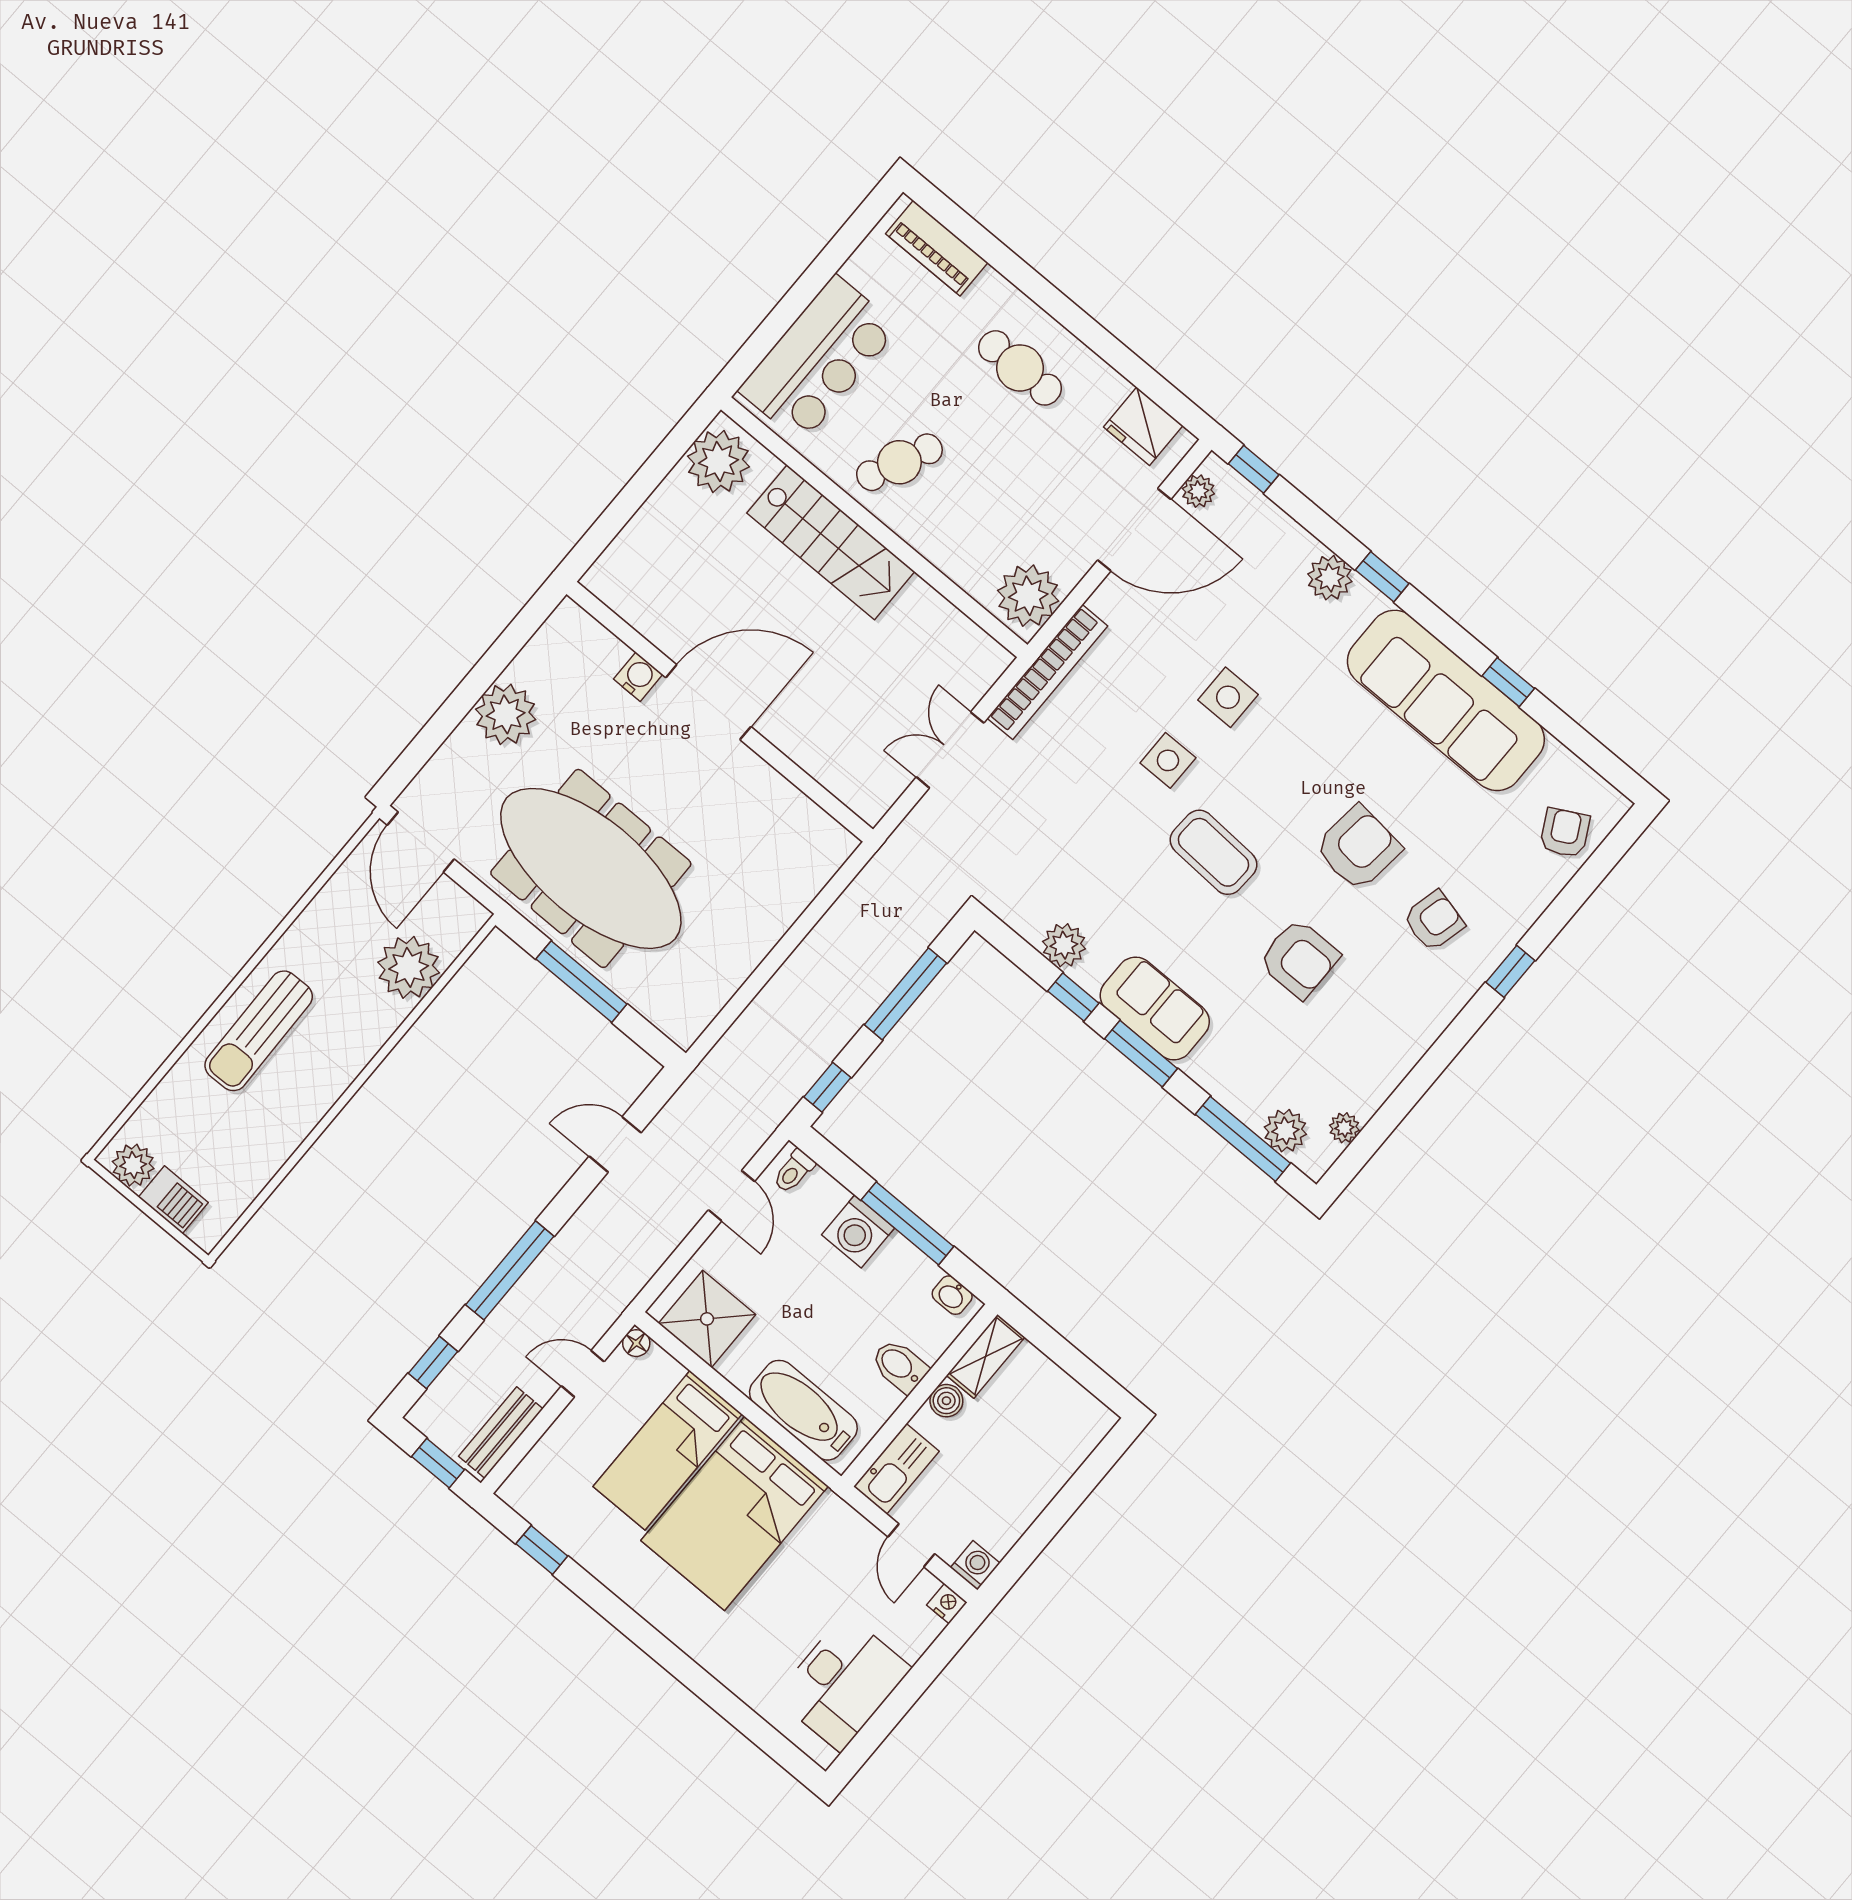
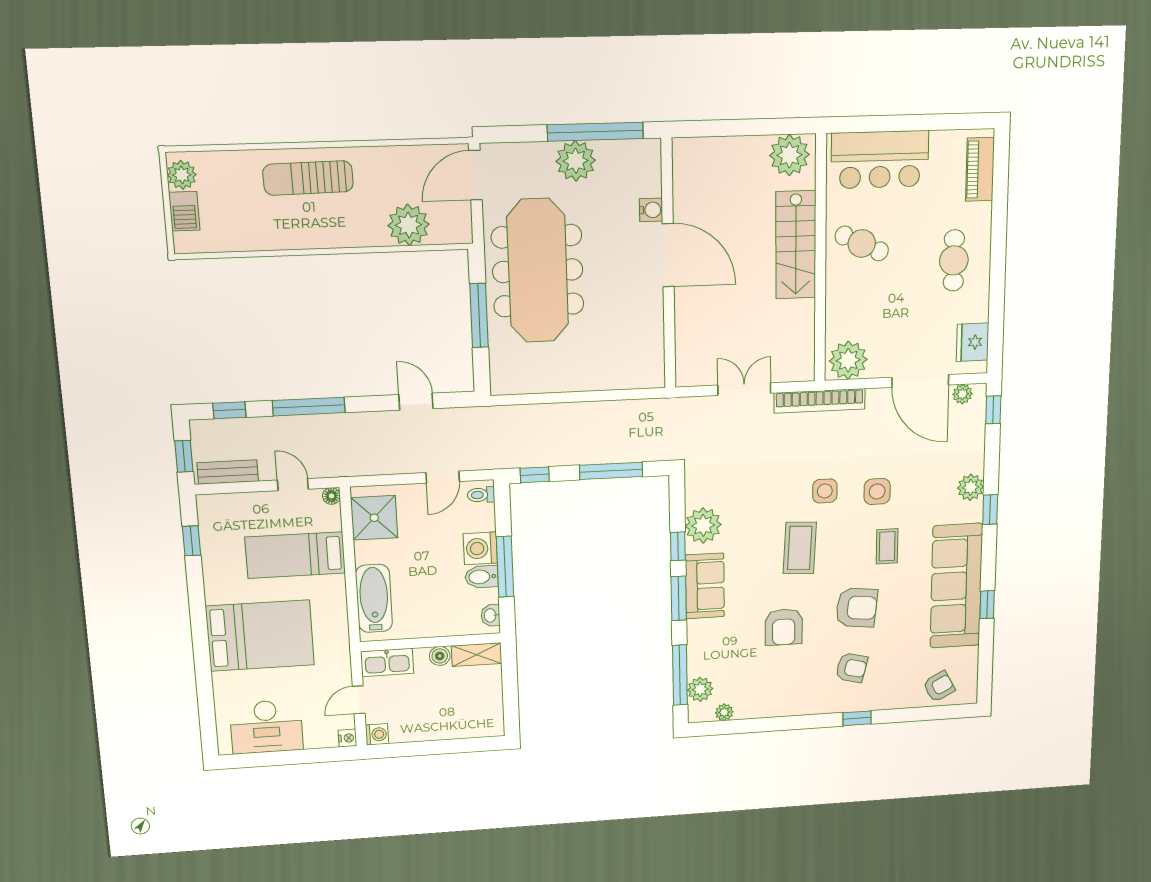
window: (493, 663) -> (595, 132), added
coffee table: (1312, 744) -> (887, 546), added
plant: (1064, 945) -> (703, 525), width x1.36, depth x1.36
bidet: (900, 1366) -> (482, 577), moved, turned -90
bed: (735, 1513) -> (260, 636), moved, turned 180

